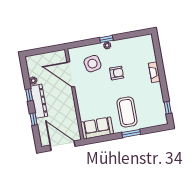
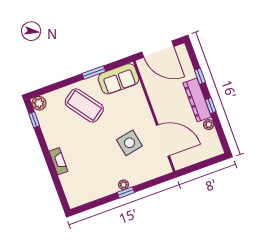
side table: (92, 64) -> (129, 143), moved
armchair: (117, 73) -> (106, 152), removed
coffee table: (127, 112) -> (84, 105), turned -36
plant: (162, 120) -> (39, 103), added
window: (131, 133) -> (94, 72), moved

